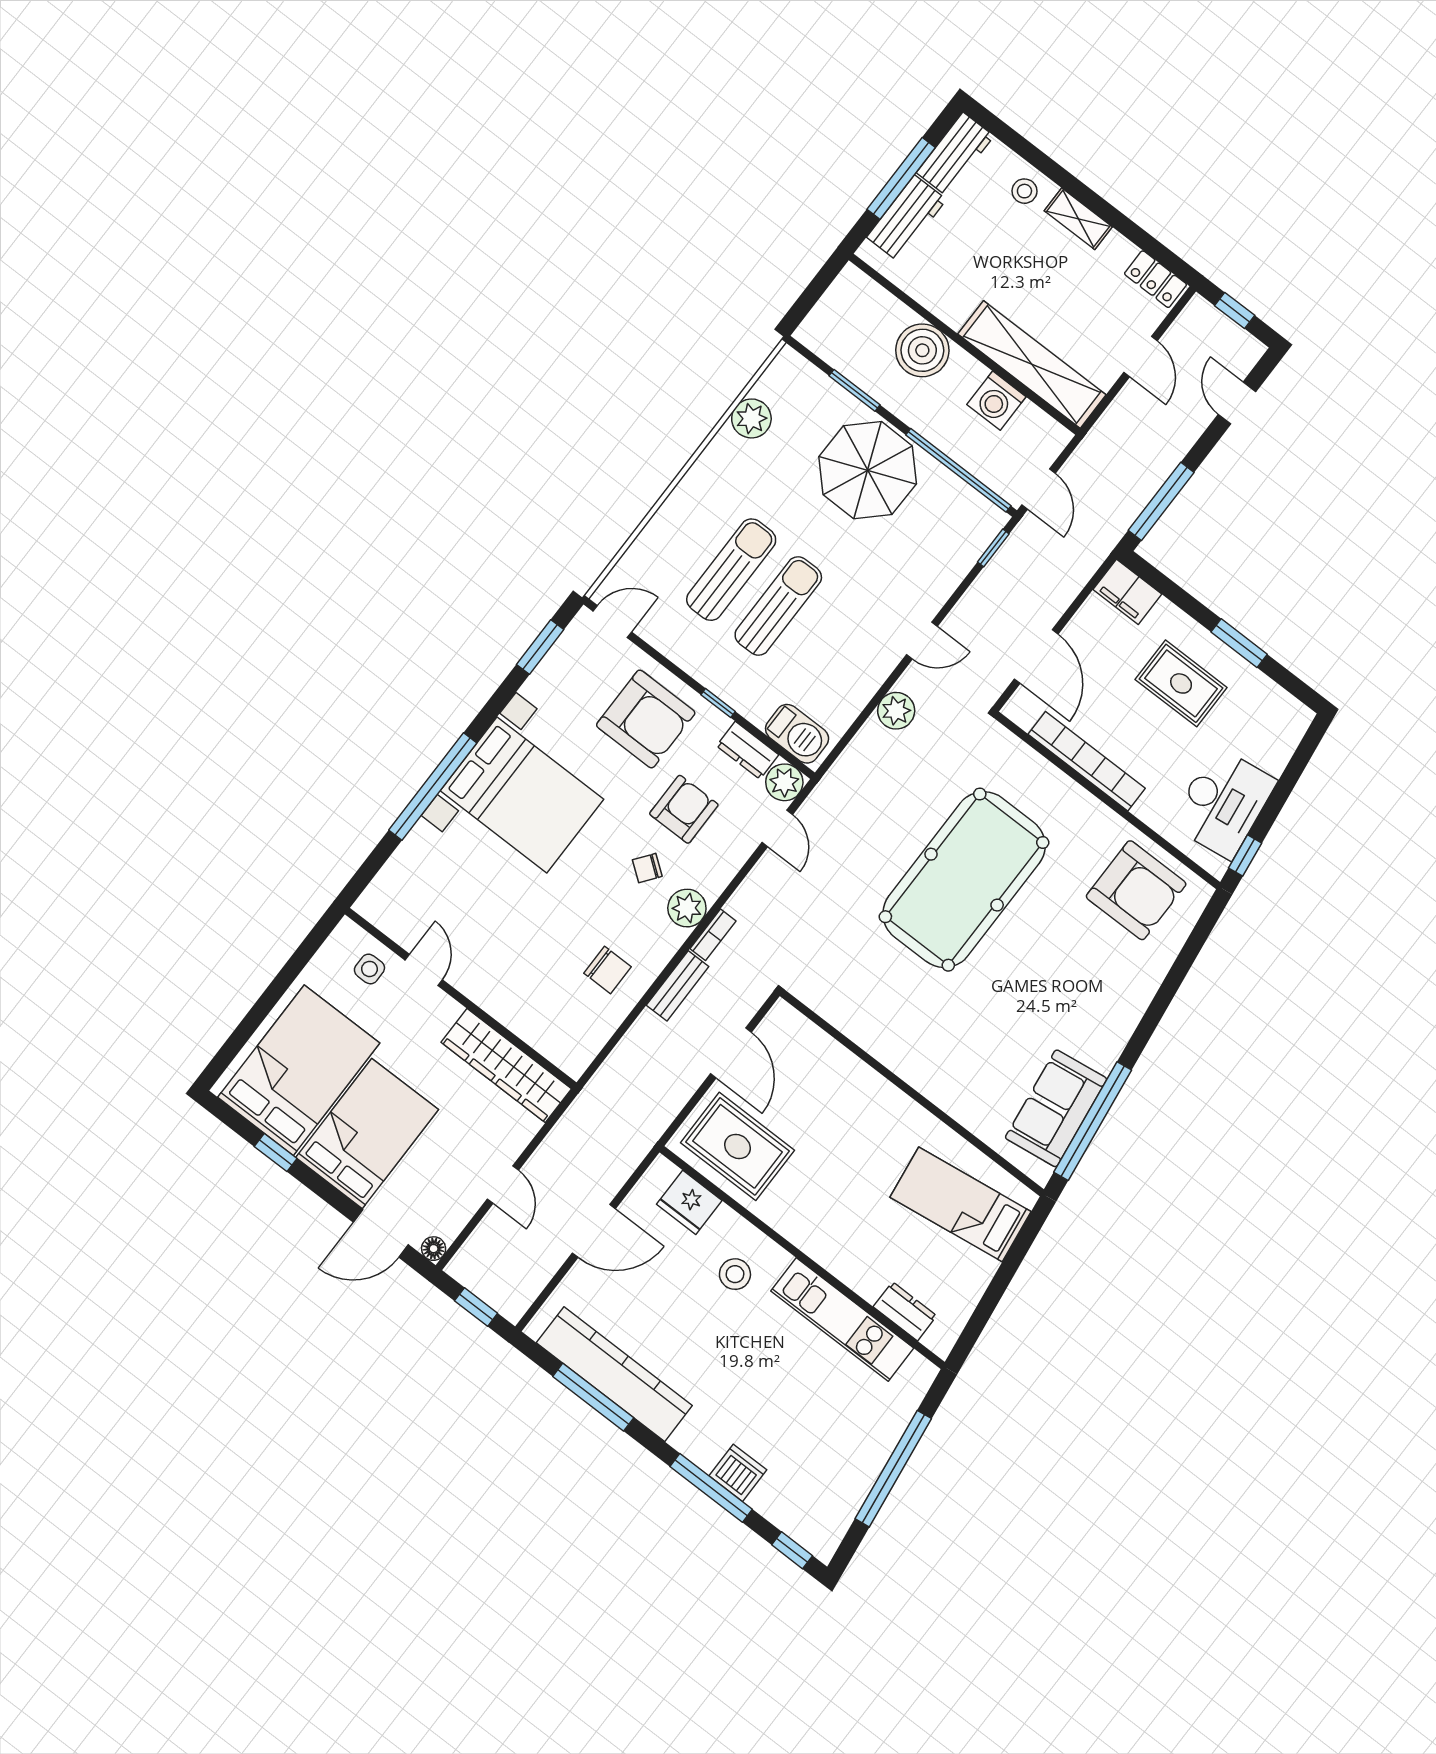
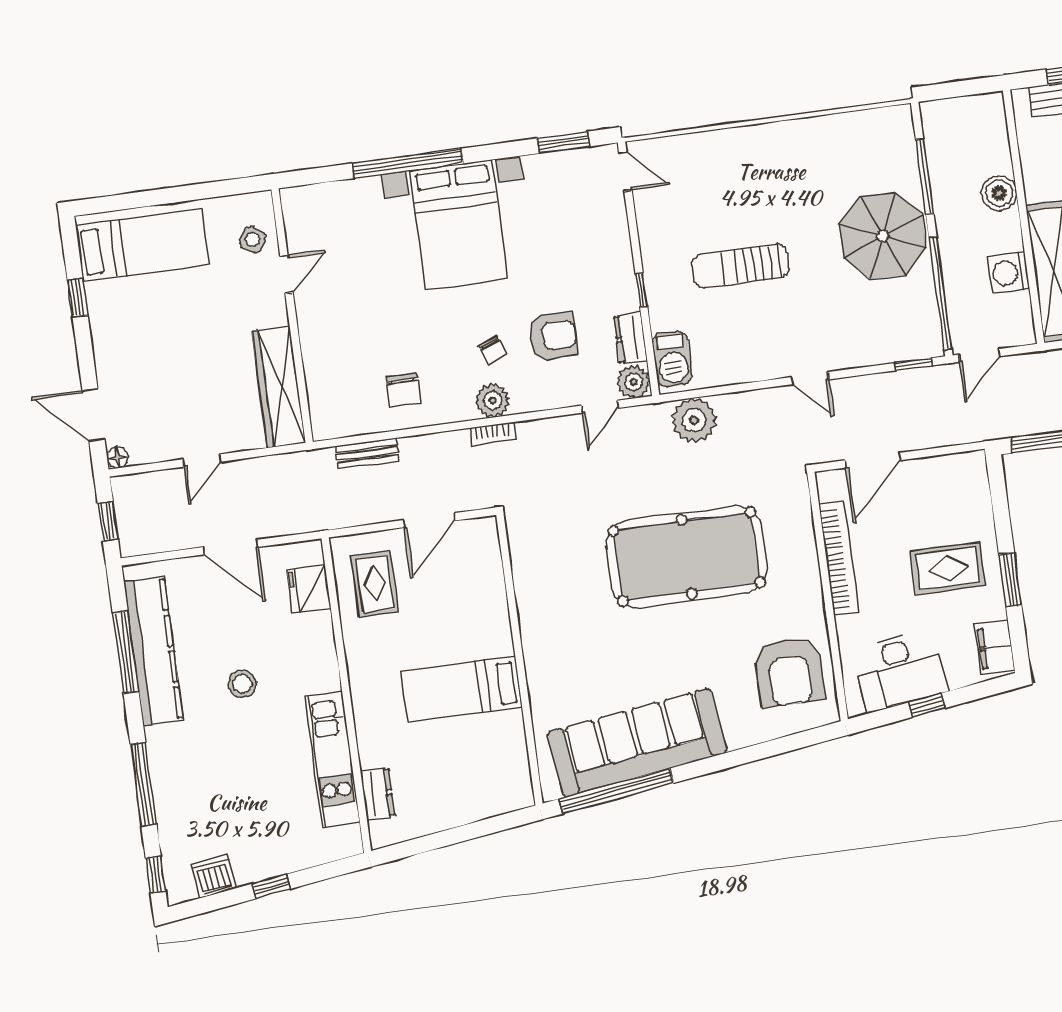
boiler: (922, 350) -> (999, 193), width x0.73, depth x0.73
window: (855, 390) -> (925, 177), width x1.44
plant: (751, 418) -> (841, 130), removed
sun lounger: (731, 570) -> (734, 213), removed
filing cabinet: (1127, 592) -> (995, 647), moved
sun lounger: (778, 606) -> (741, 266), turned 180
rug: (1181, 683) -> (948, 568), turned 90
plant: (896, 711) -> (694, 420), moved, width x1.36, depth x1.36
armchair: (646, 719) -> (585, 254), removed
window: (1245, 855) -> (927, 705), moved
chair: (647, 868) -> (493, 350), turned -147
side table: (369, 969) -> (253, 240), turned 36
bench: (678, 986) -> (367, 454), moved
bed: (299, 1070) -> (142, 245), width x0.67
sofa: (1056, 1108) -> (637, 742), width x1.85, depth x1.27
bed: (367, 1134) -> (148, 343), removed
rug: (737, 1146) -> (375, 584), width x0.73, depth x0.70
bed: (961, 1204) -> (461, 689), moved, turned -82
stool: (735, 1274) -> (242, 684), moved
window: (893, 1469) -> (271, 886), width x0.32
dishwasher: (738, 1473) -> (214, 876), moved, turned -98

